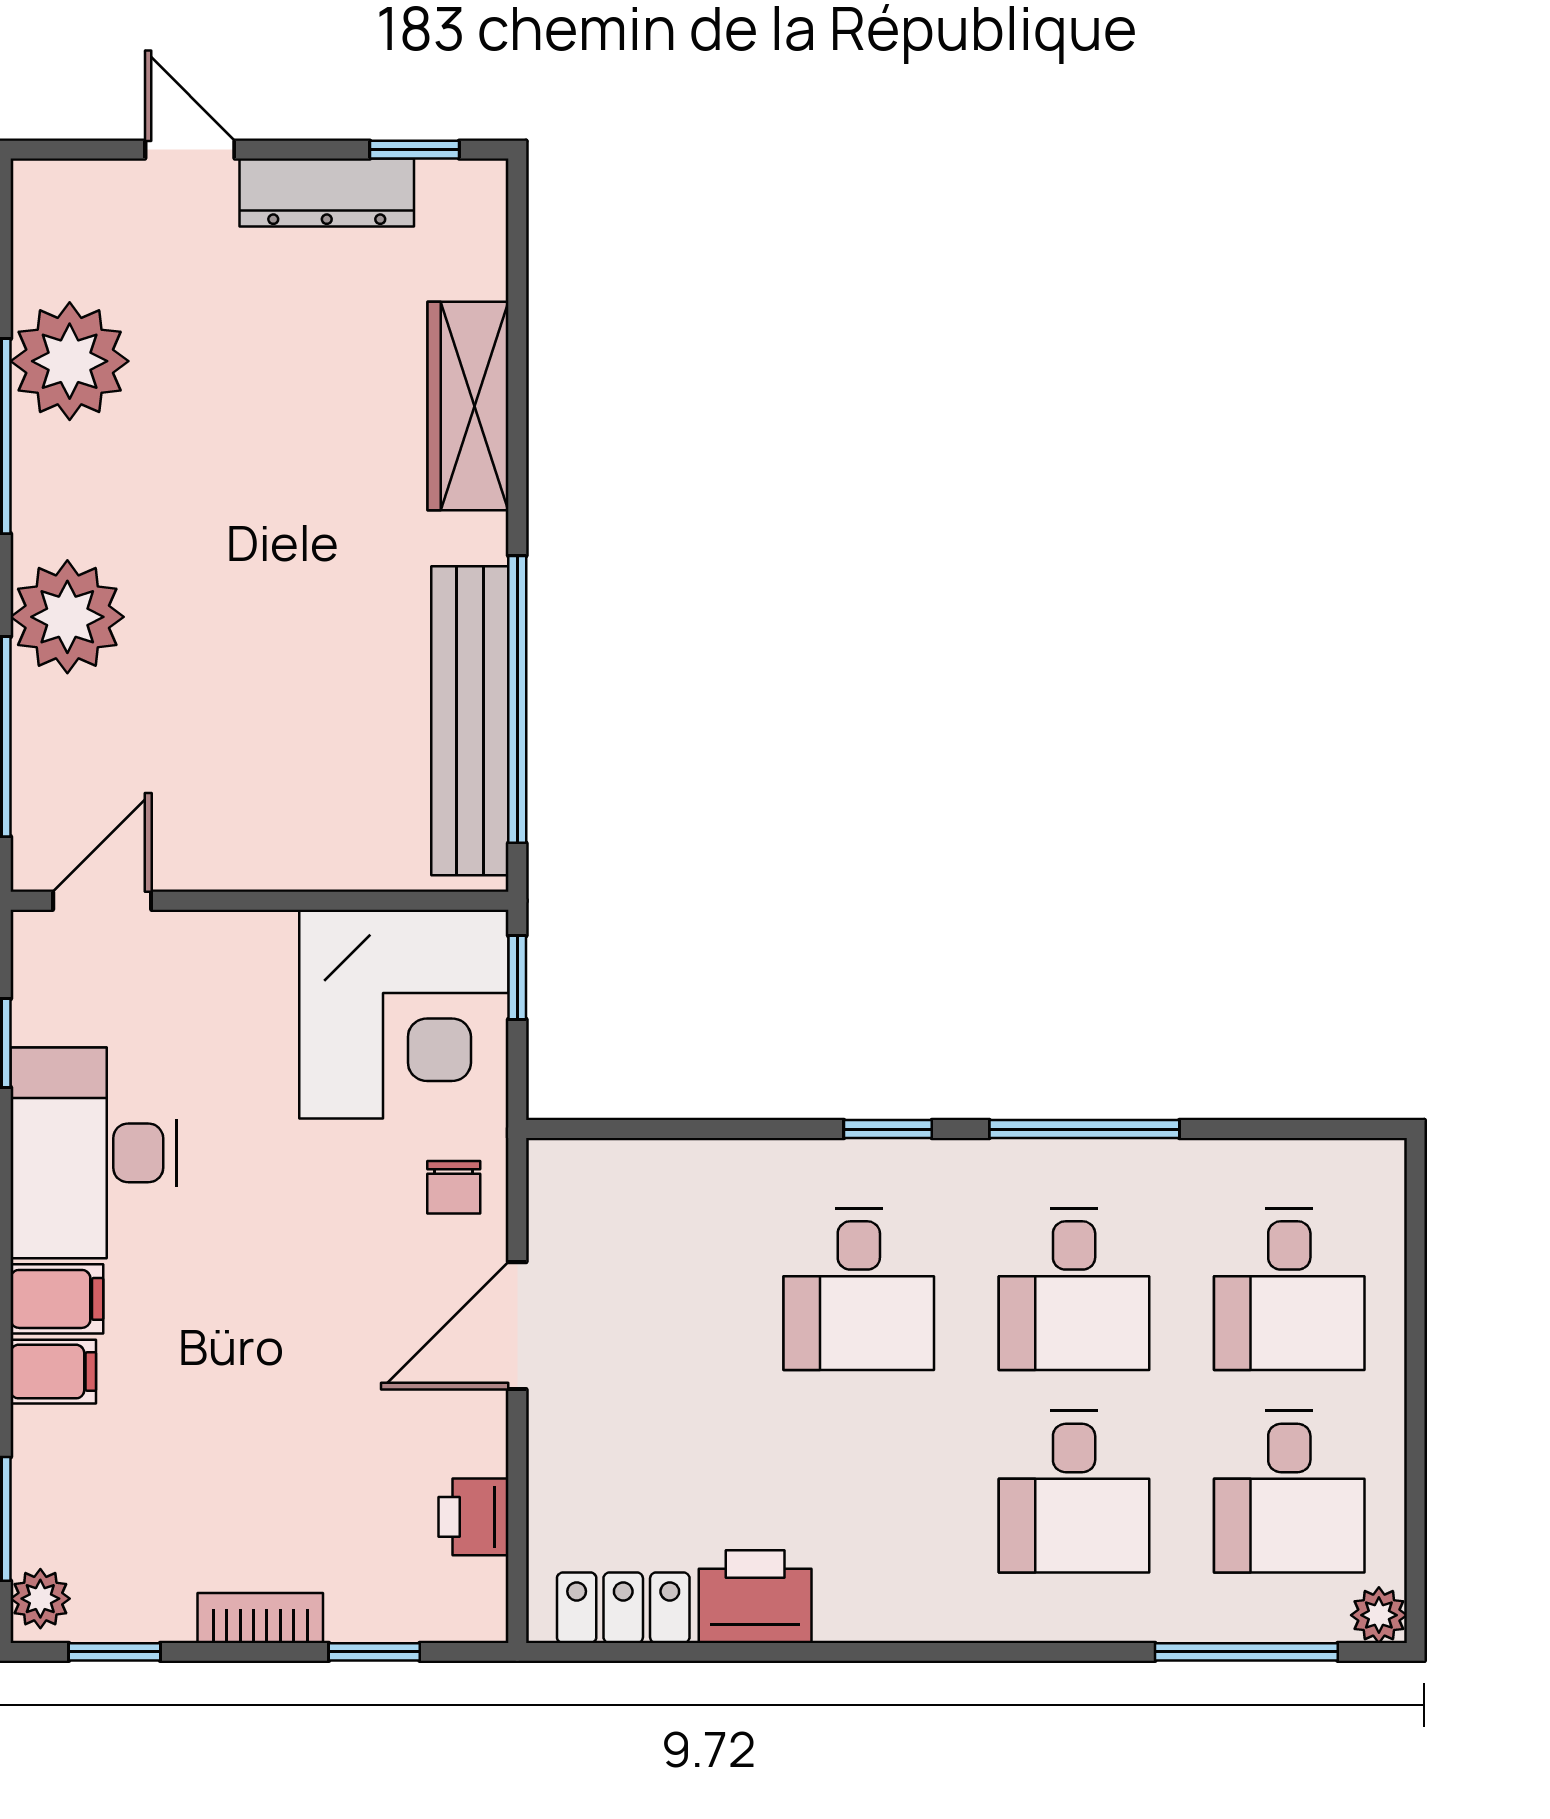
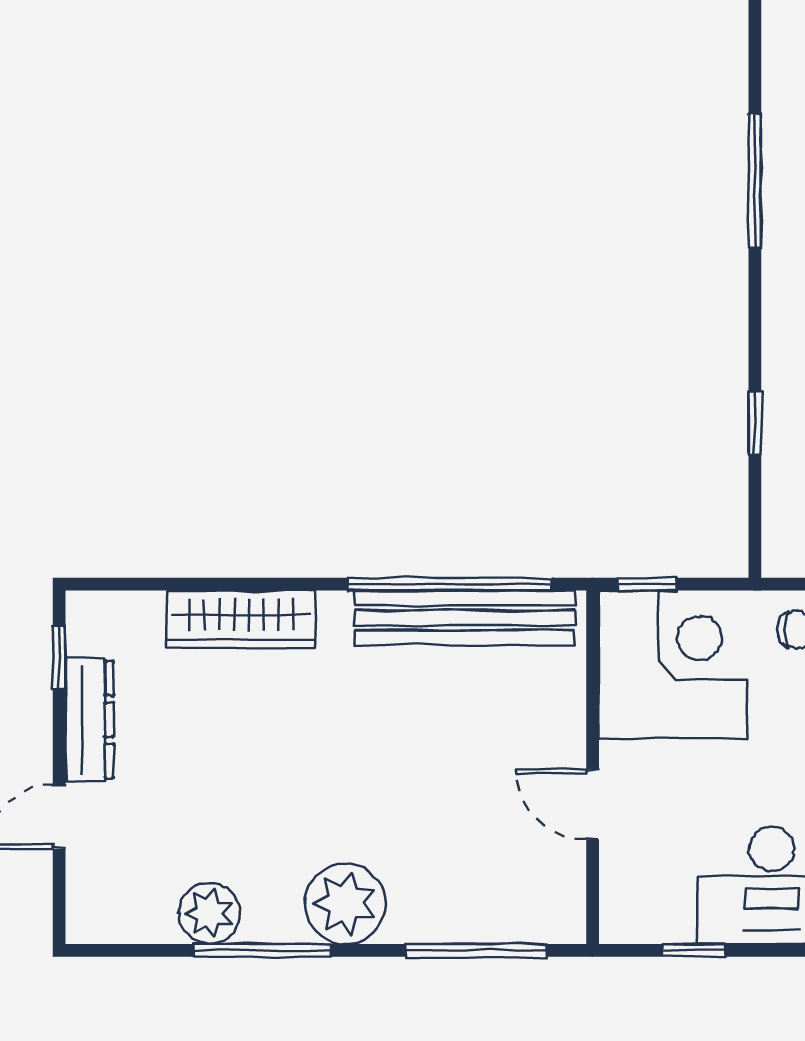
plant: (70, 361) -> (209, 913), width x0.73, depth x0.73
plant: (67, 617) -> (345, 904), moved
door: (102, 901) -> (593, 804), moved
window: (888, 1129) -> (755, 423), moved

